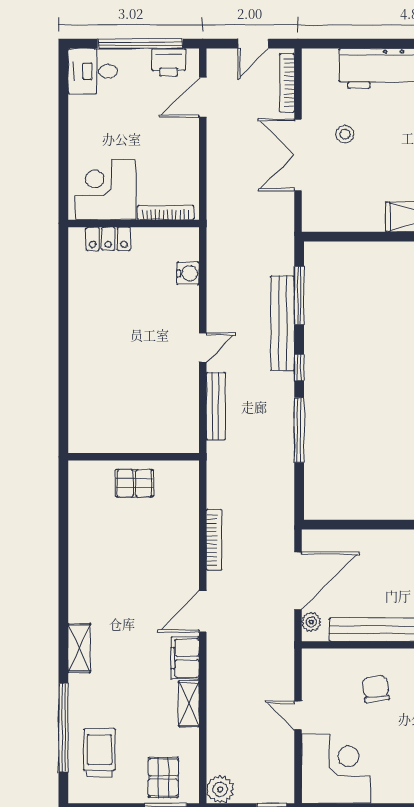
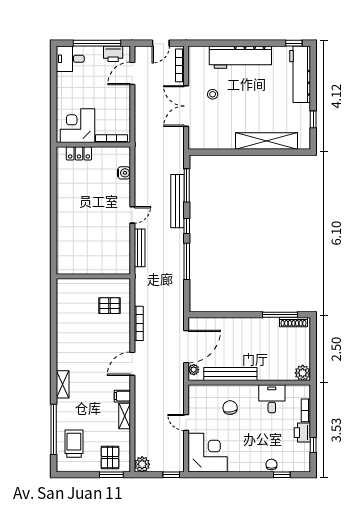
pallet: (134, 483) -> (110, 306), moved
filing cabinet: (185, 658) -> (122, 396), width x0.50

